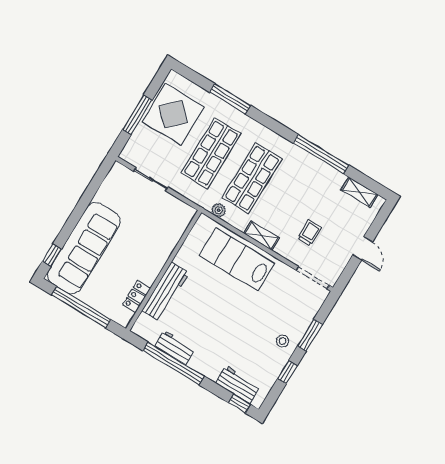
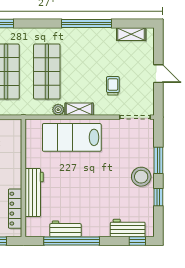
plant: (219, 210) -> (58, 110), moved
locker: (137, 296) -> (15, 209), width x1.53
stool: (283, 341) -> (141, 177), width x1.89, depth x1.89

